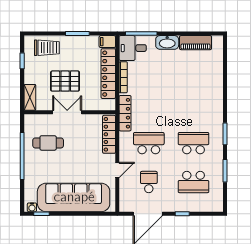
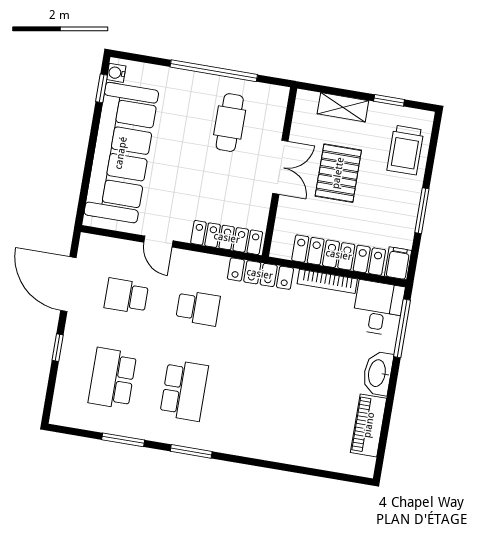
shelving: (30, 97) -> (343, 107), moved
school desk: (149, 143) -> (198, 308), width x0.54
school desk: (149, 182) -> (126, 296), turned 180

